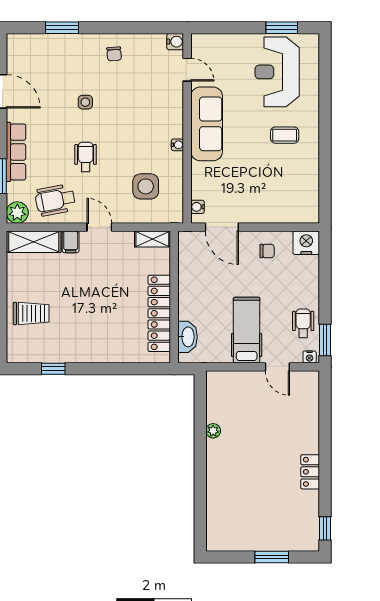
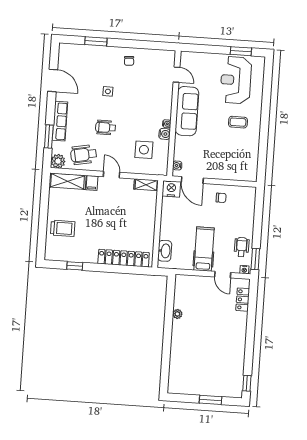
water cooler: (175, 42) -> (165, 134), moved
wheelchair: (86, 157) -> (106, 127), turned -90
nightstand: (306, 243) -> (171, 189), moved
locker: (159, 313) -> (124, 258), moved, turned 90
locker: (310, 472) -> (243, 300), moved

